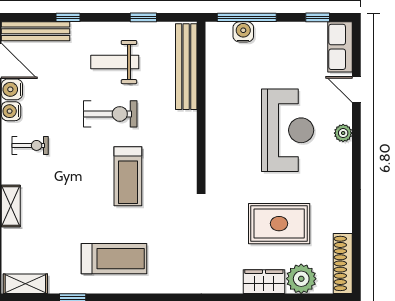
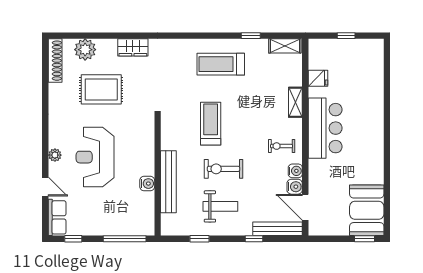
water cooler: (243, 32) -> (147, 184), moved, turned -90
bench: (186, 67) -> (168, 182), moved
wardrobe: (264, 282) -> (133, 47), moved

